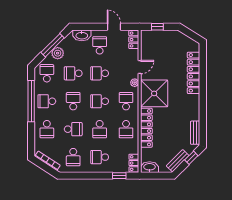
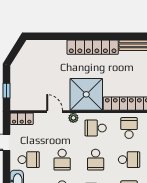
school desk: (100, 45) -> (29, 160), turned 180
locker: (194, 73) -> (93, 47), moved
school desk: (126, 129) -> (129, 128), turned -90

